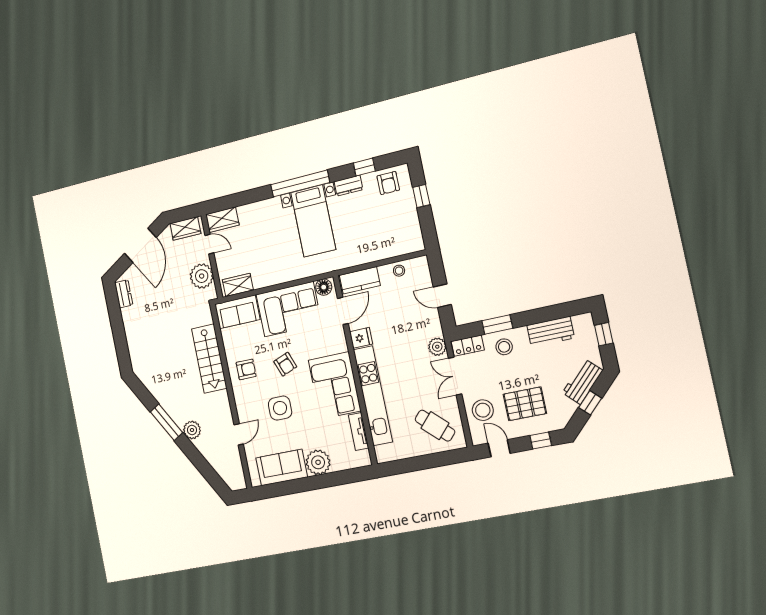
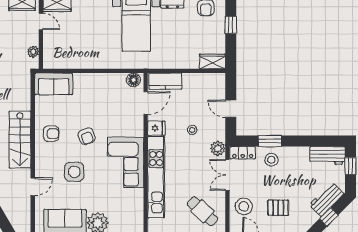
stool: (399, 271) -> (192, 130), moved
plant: (202, 276) -> (33, 52), width x0.53, depth x0.53
wardrobe: (238, 285) -> (212, 61), moved
corner sofa: (289, 309) -> (100, 91), removed
workbench: (551, 332) -> (328, 155), moved
stairs: (209, 359) -> (20, 140), moved
pallet: (525, 404) -> (278, 208), width x0.67, depth x0.71
tv unit: (359, 432) -> (138, 204), removed

